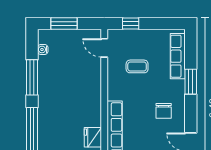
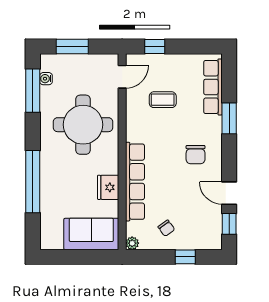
door: (104, 48) -> (122, 77), swing flipped
window: (32, 77) -> (33, 91), moved
round table: (73, 87) -> (83, 125), added

